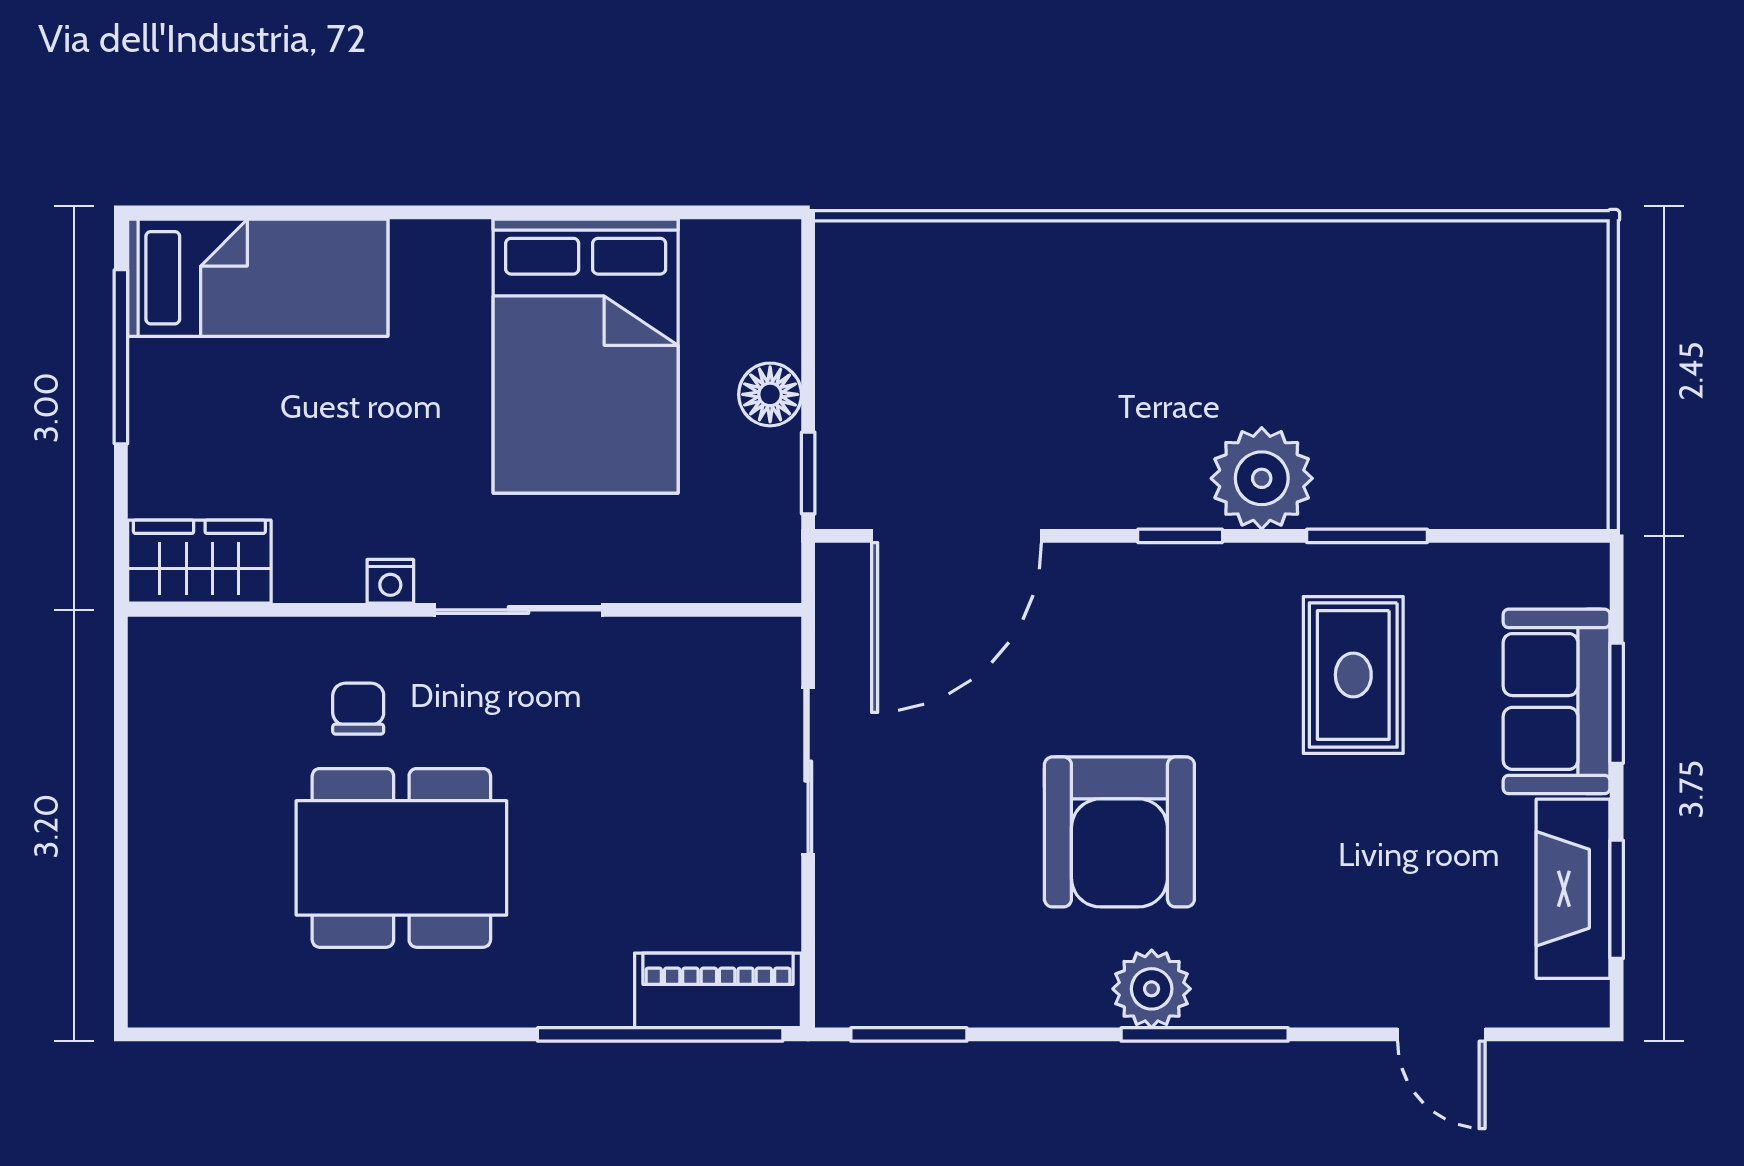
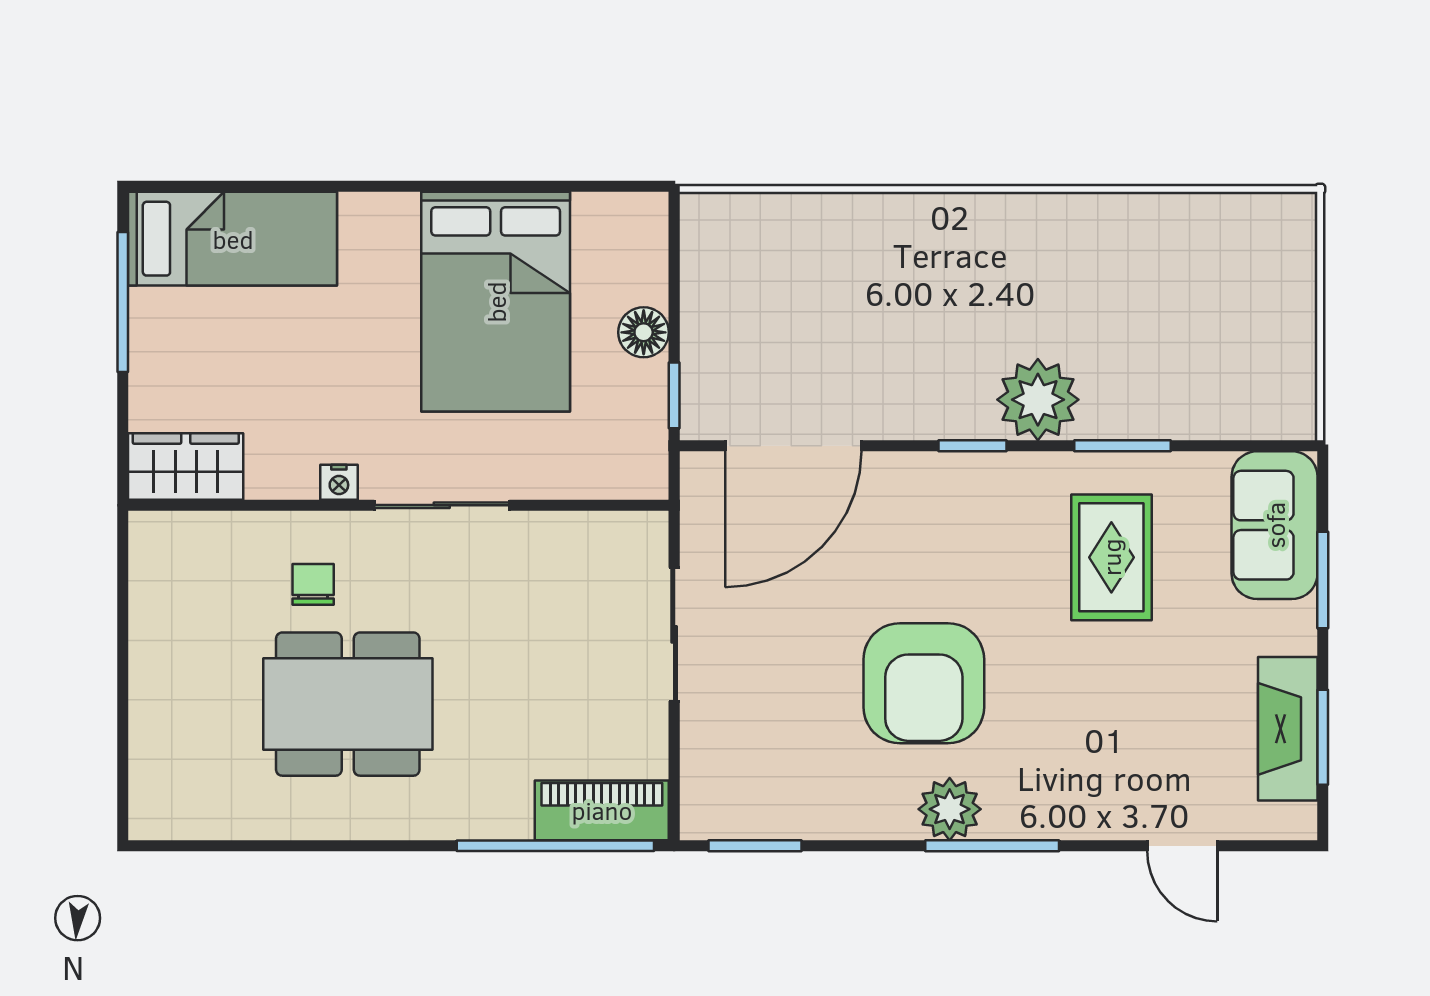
sofa: (1557, 701) -> (1275, 525), moved

